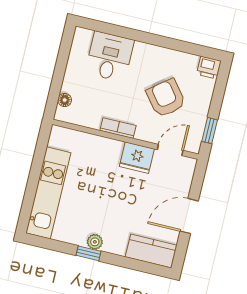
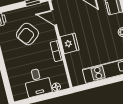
desk: (110, 57) -> (38, 82), moved, turned -90
fridge: (137, 158) -> (70, 43), moved

